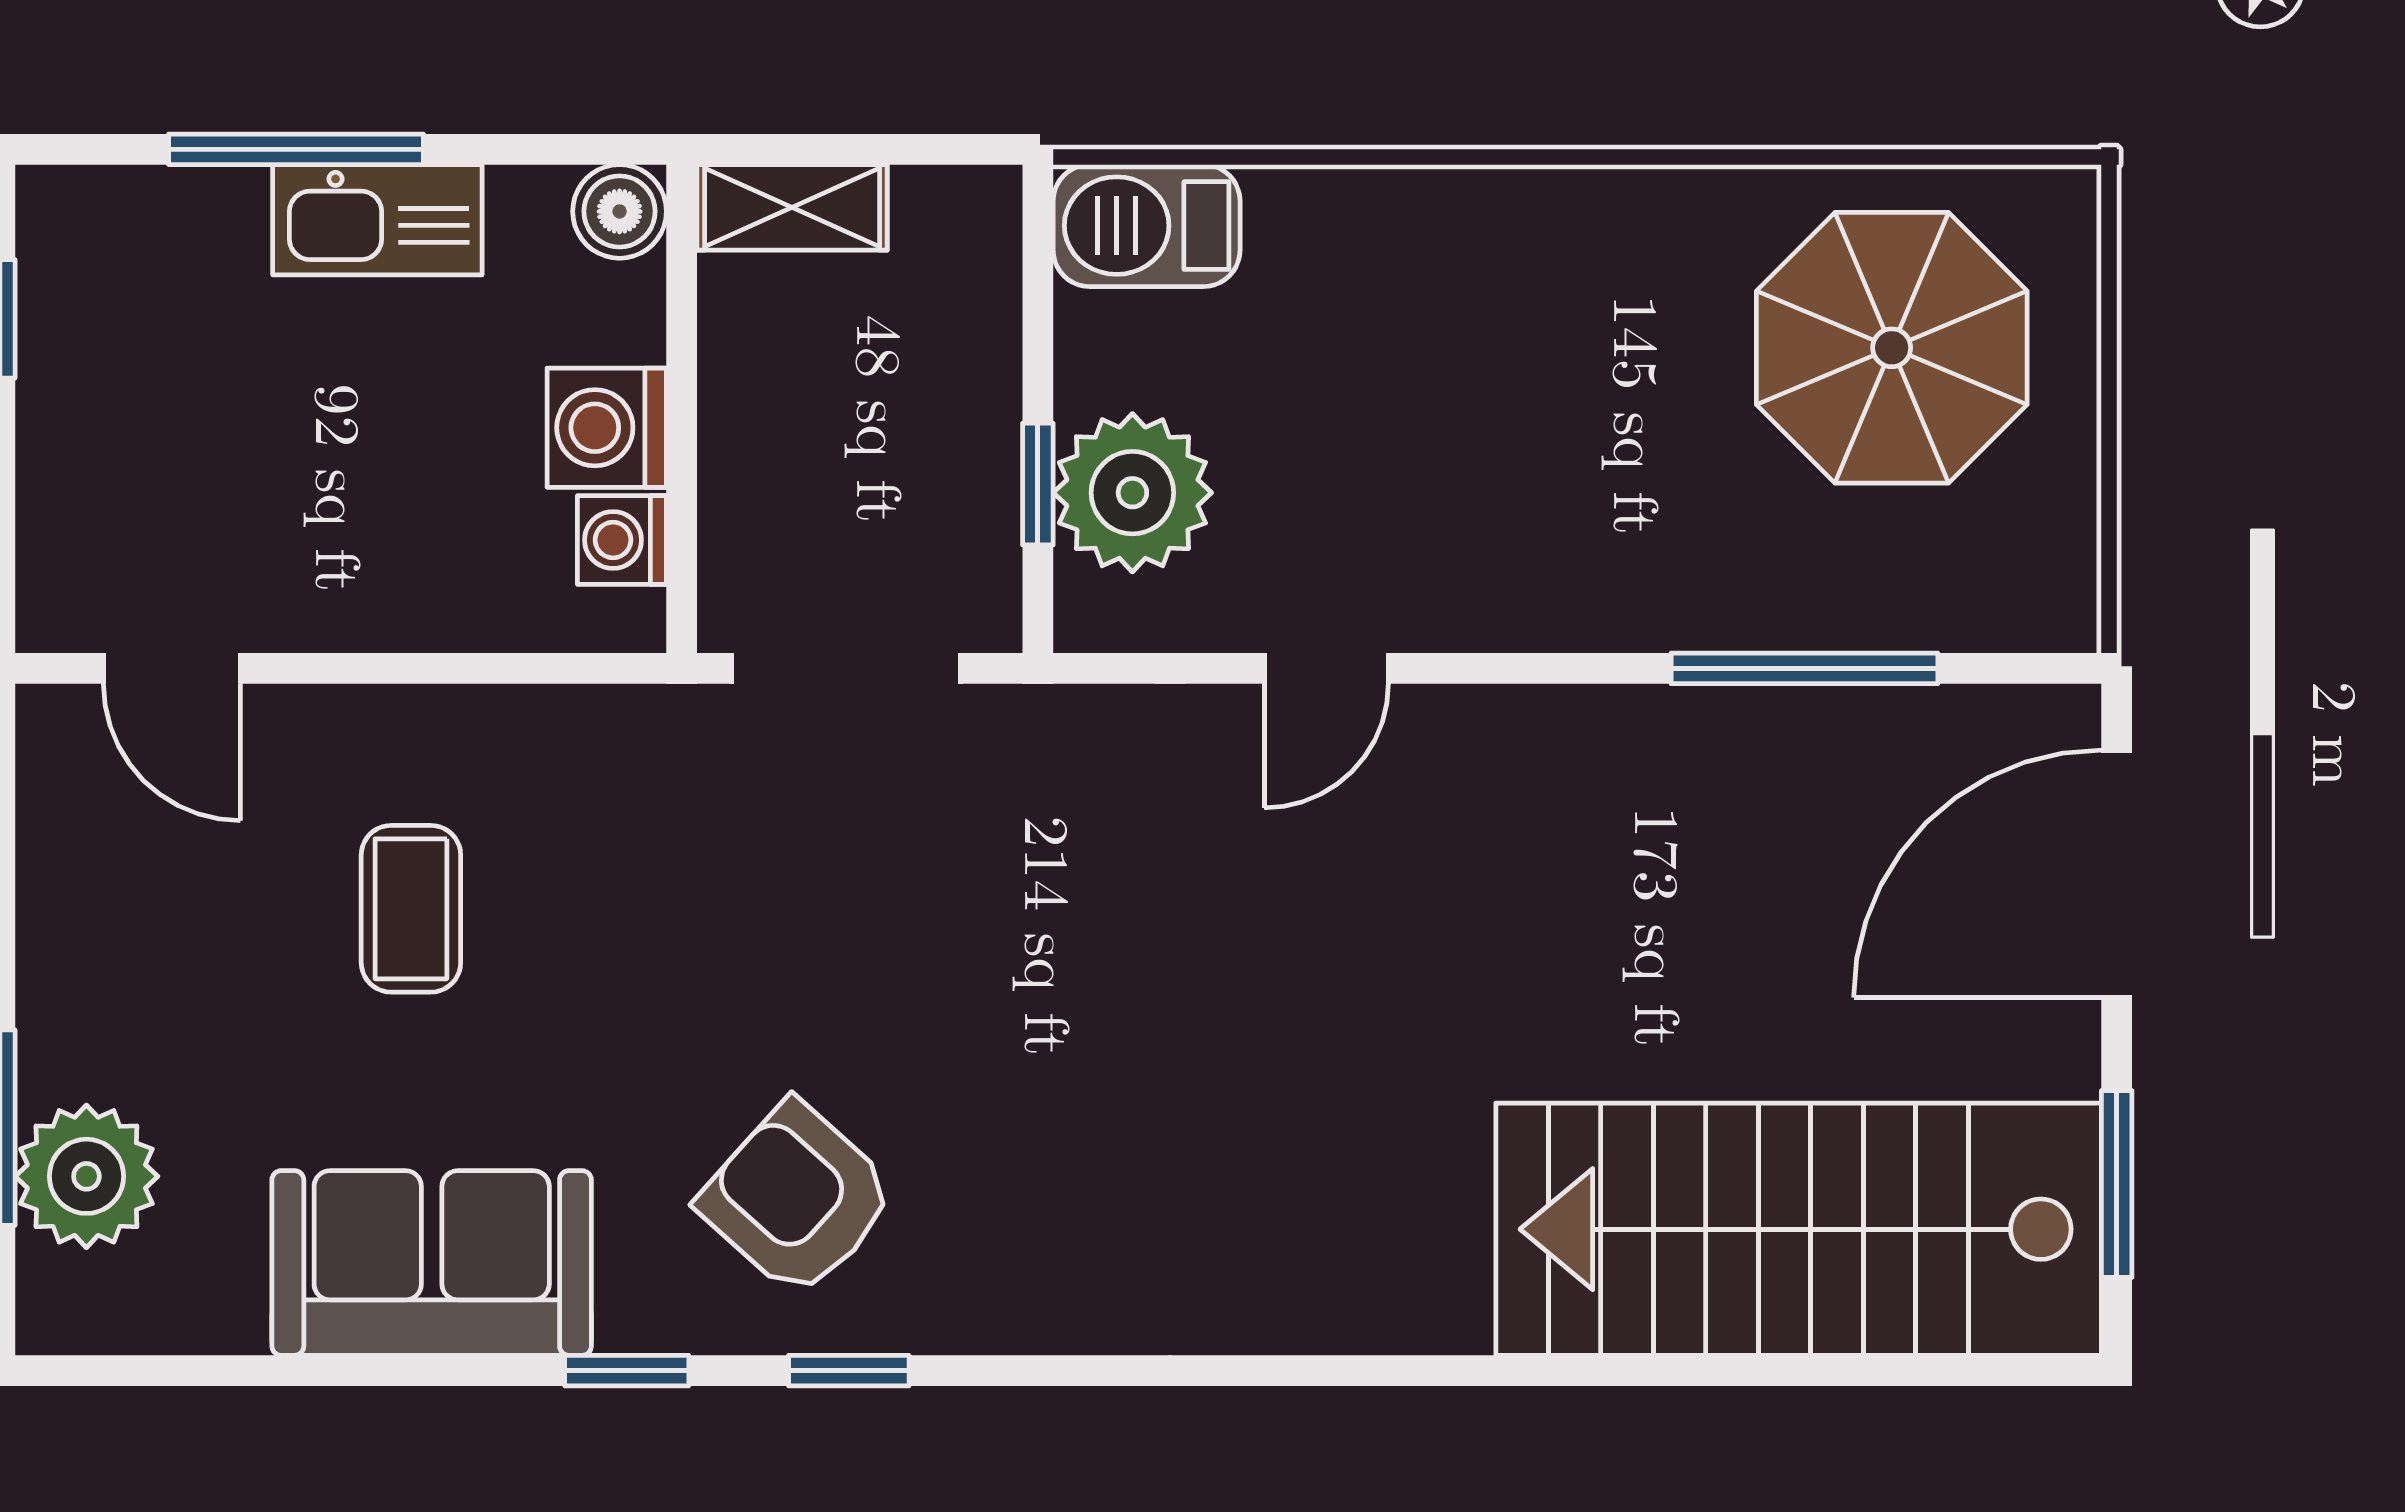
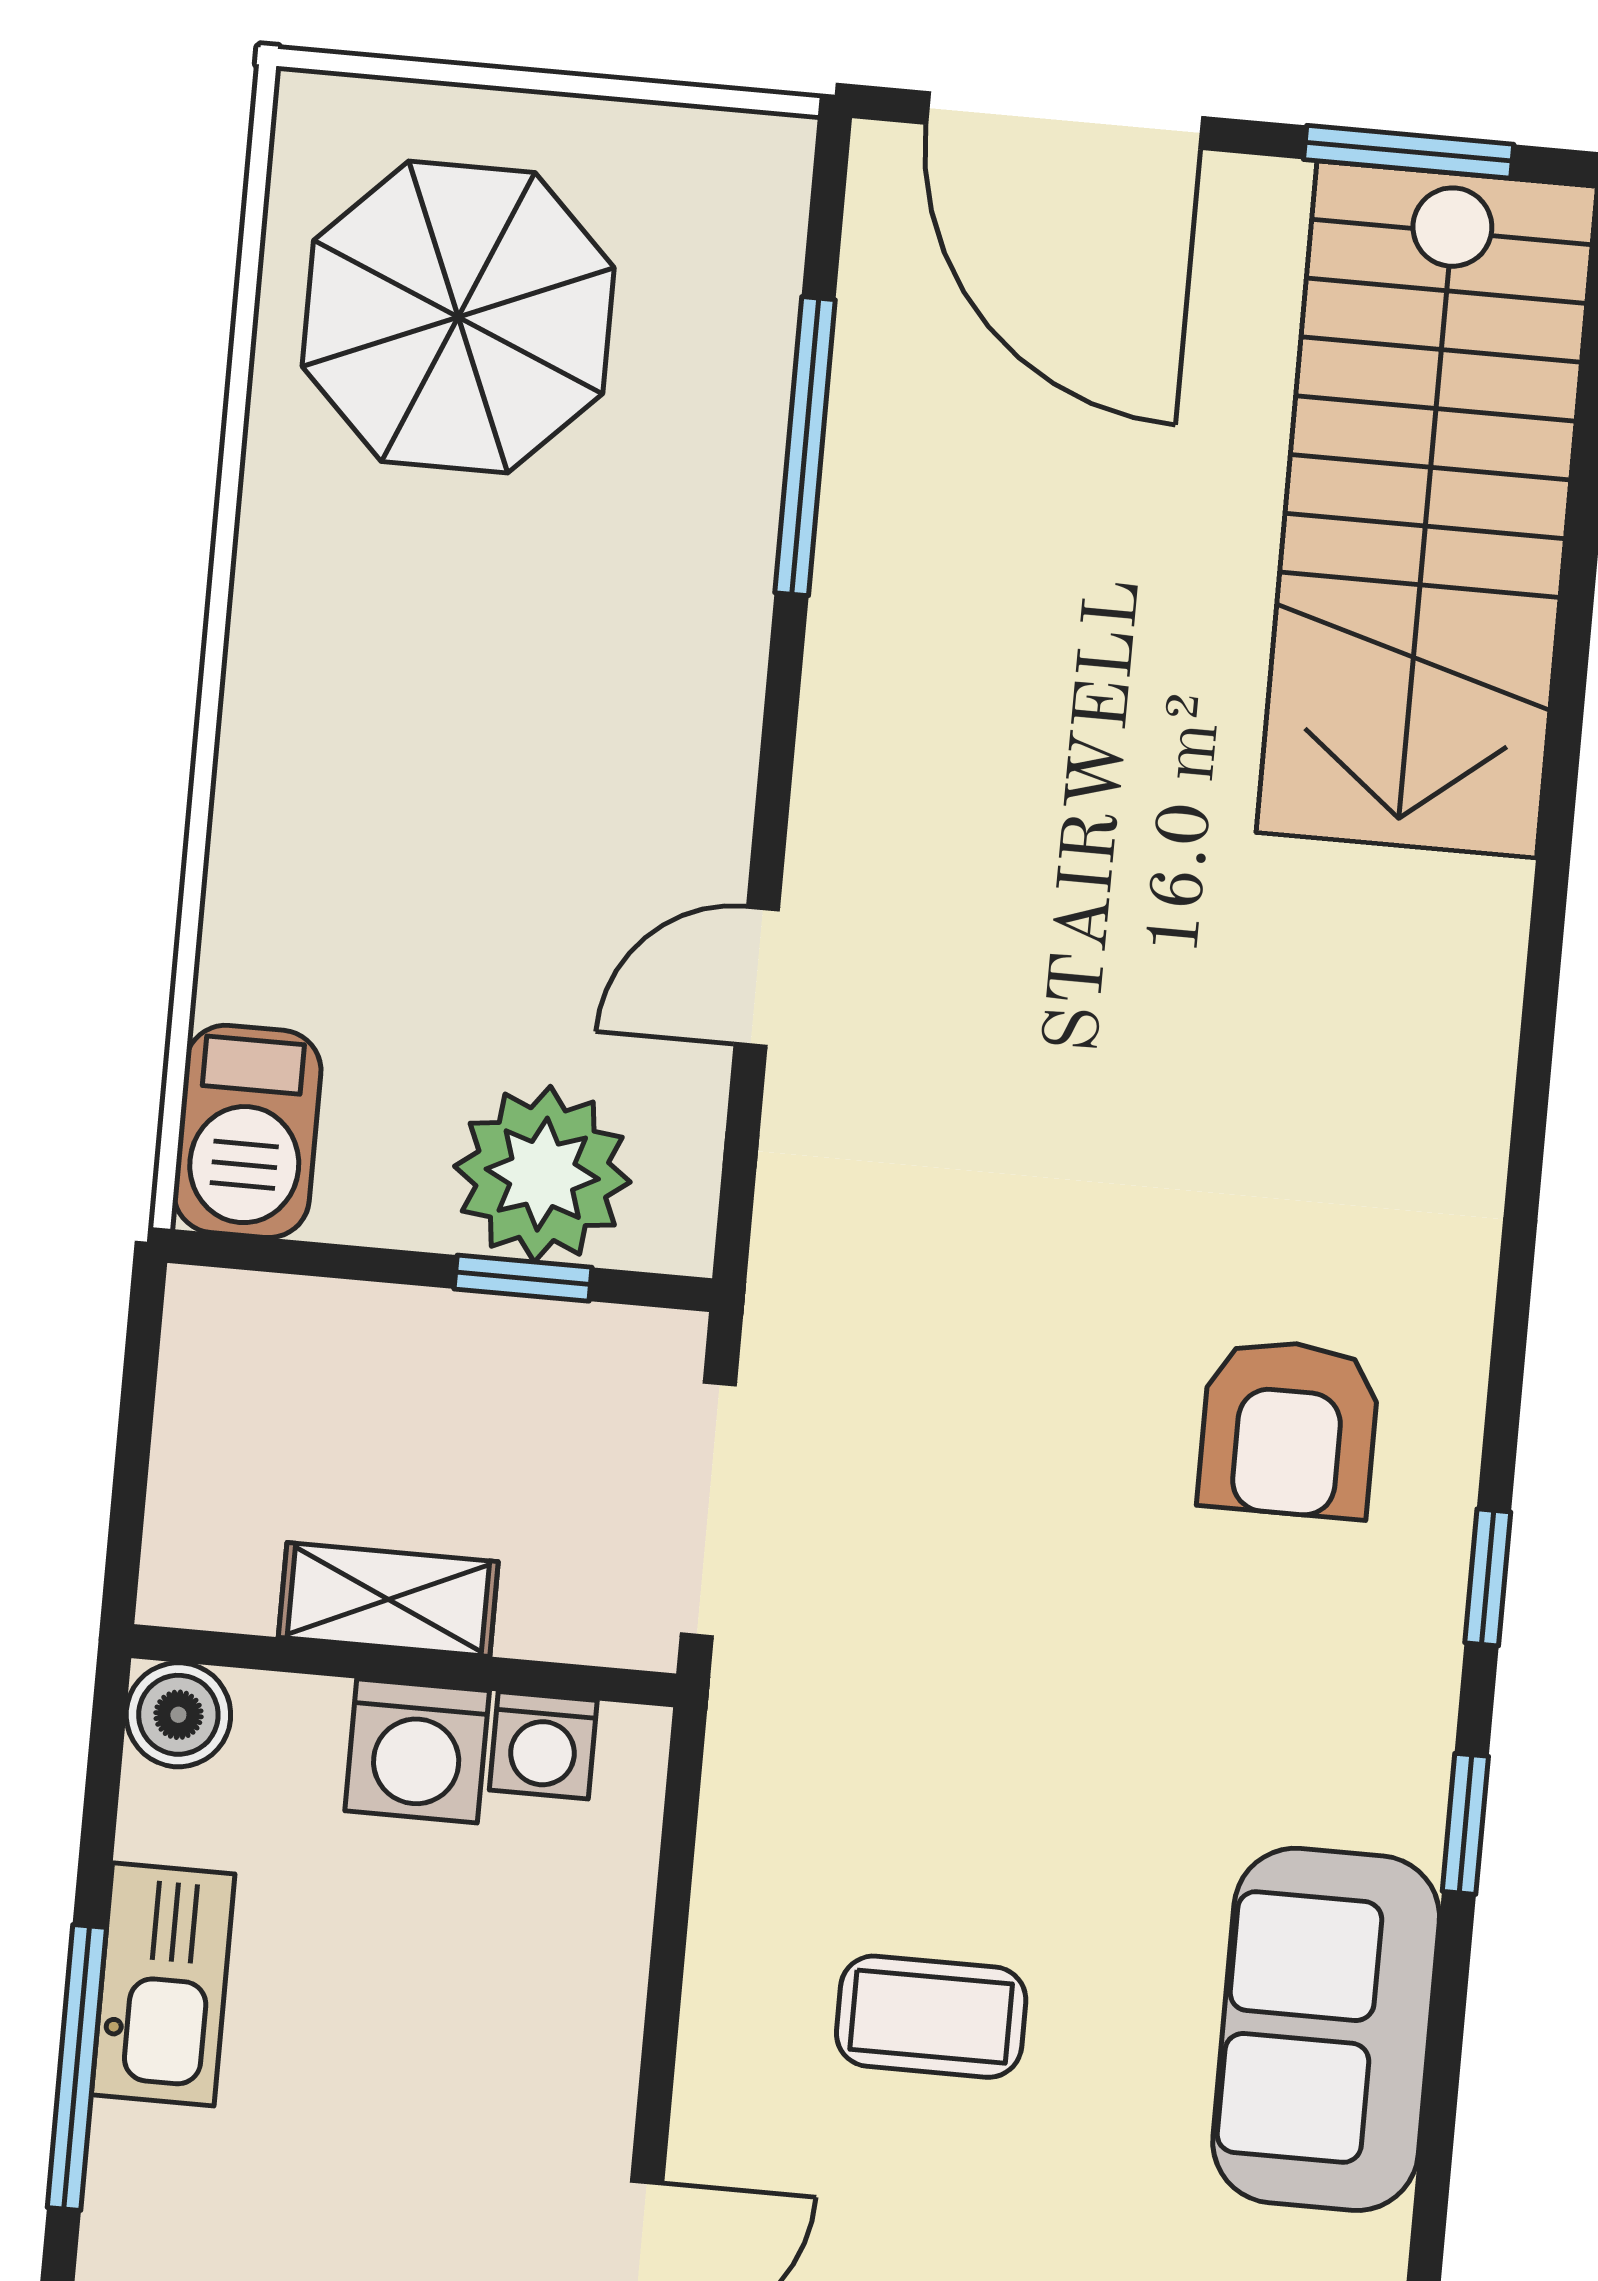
shelving: (792, 207) -> (388, 1599), moved, turned 90
door: (1326, 668) -> (757, 977), swing flipped
armchair: (797, 1199) -> (1289, 1428), moved, turned -42

